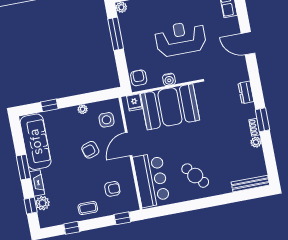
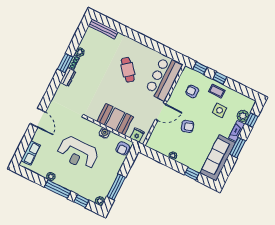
dresser: (246, 92) -> (68, 77), moved
booth: (170, 107) -> (115, 119), width x0.73, depth x0.70
side table: (107, 120) -> (220, 110), moved
cafe table: (195, 176) -> (128, 70), moved
window: (72, 228) -> (220, 78), moved

